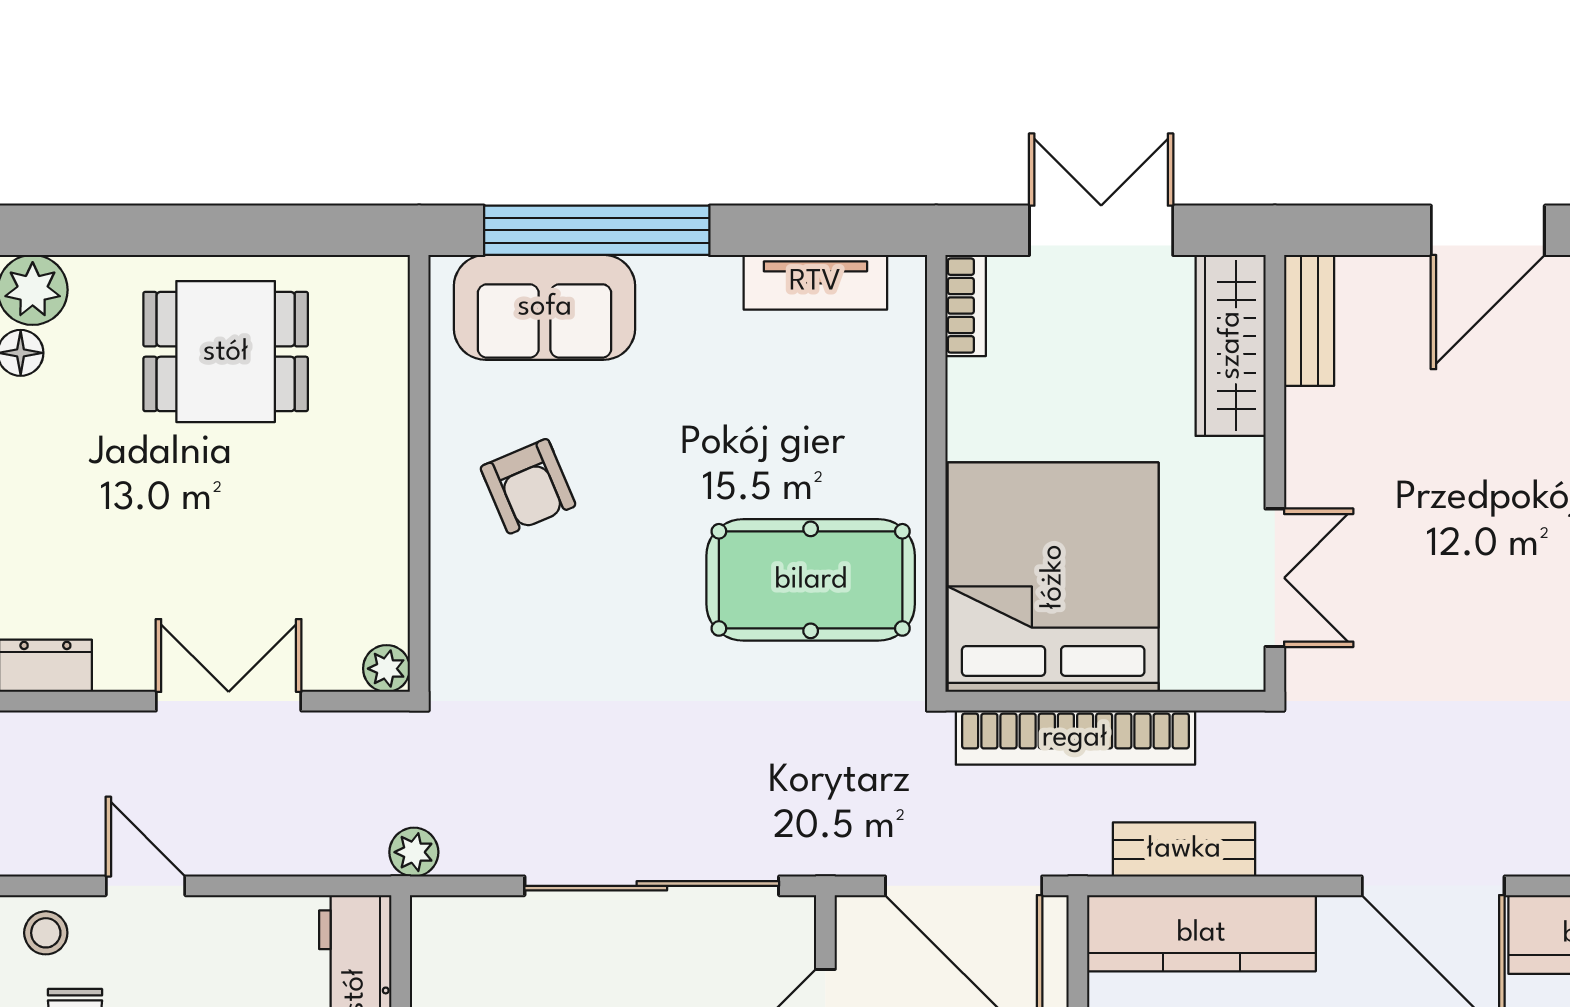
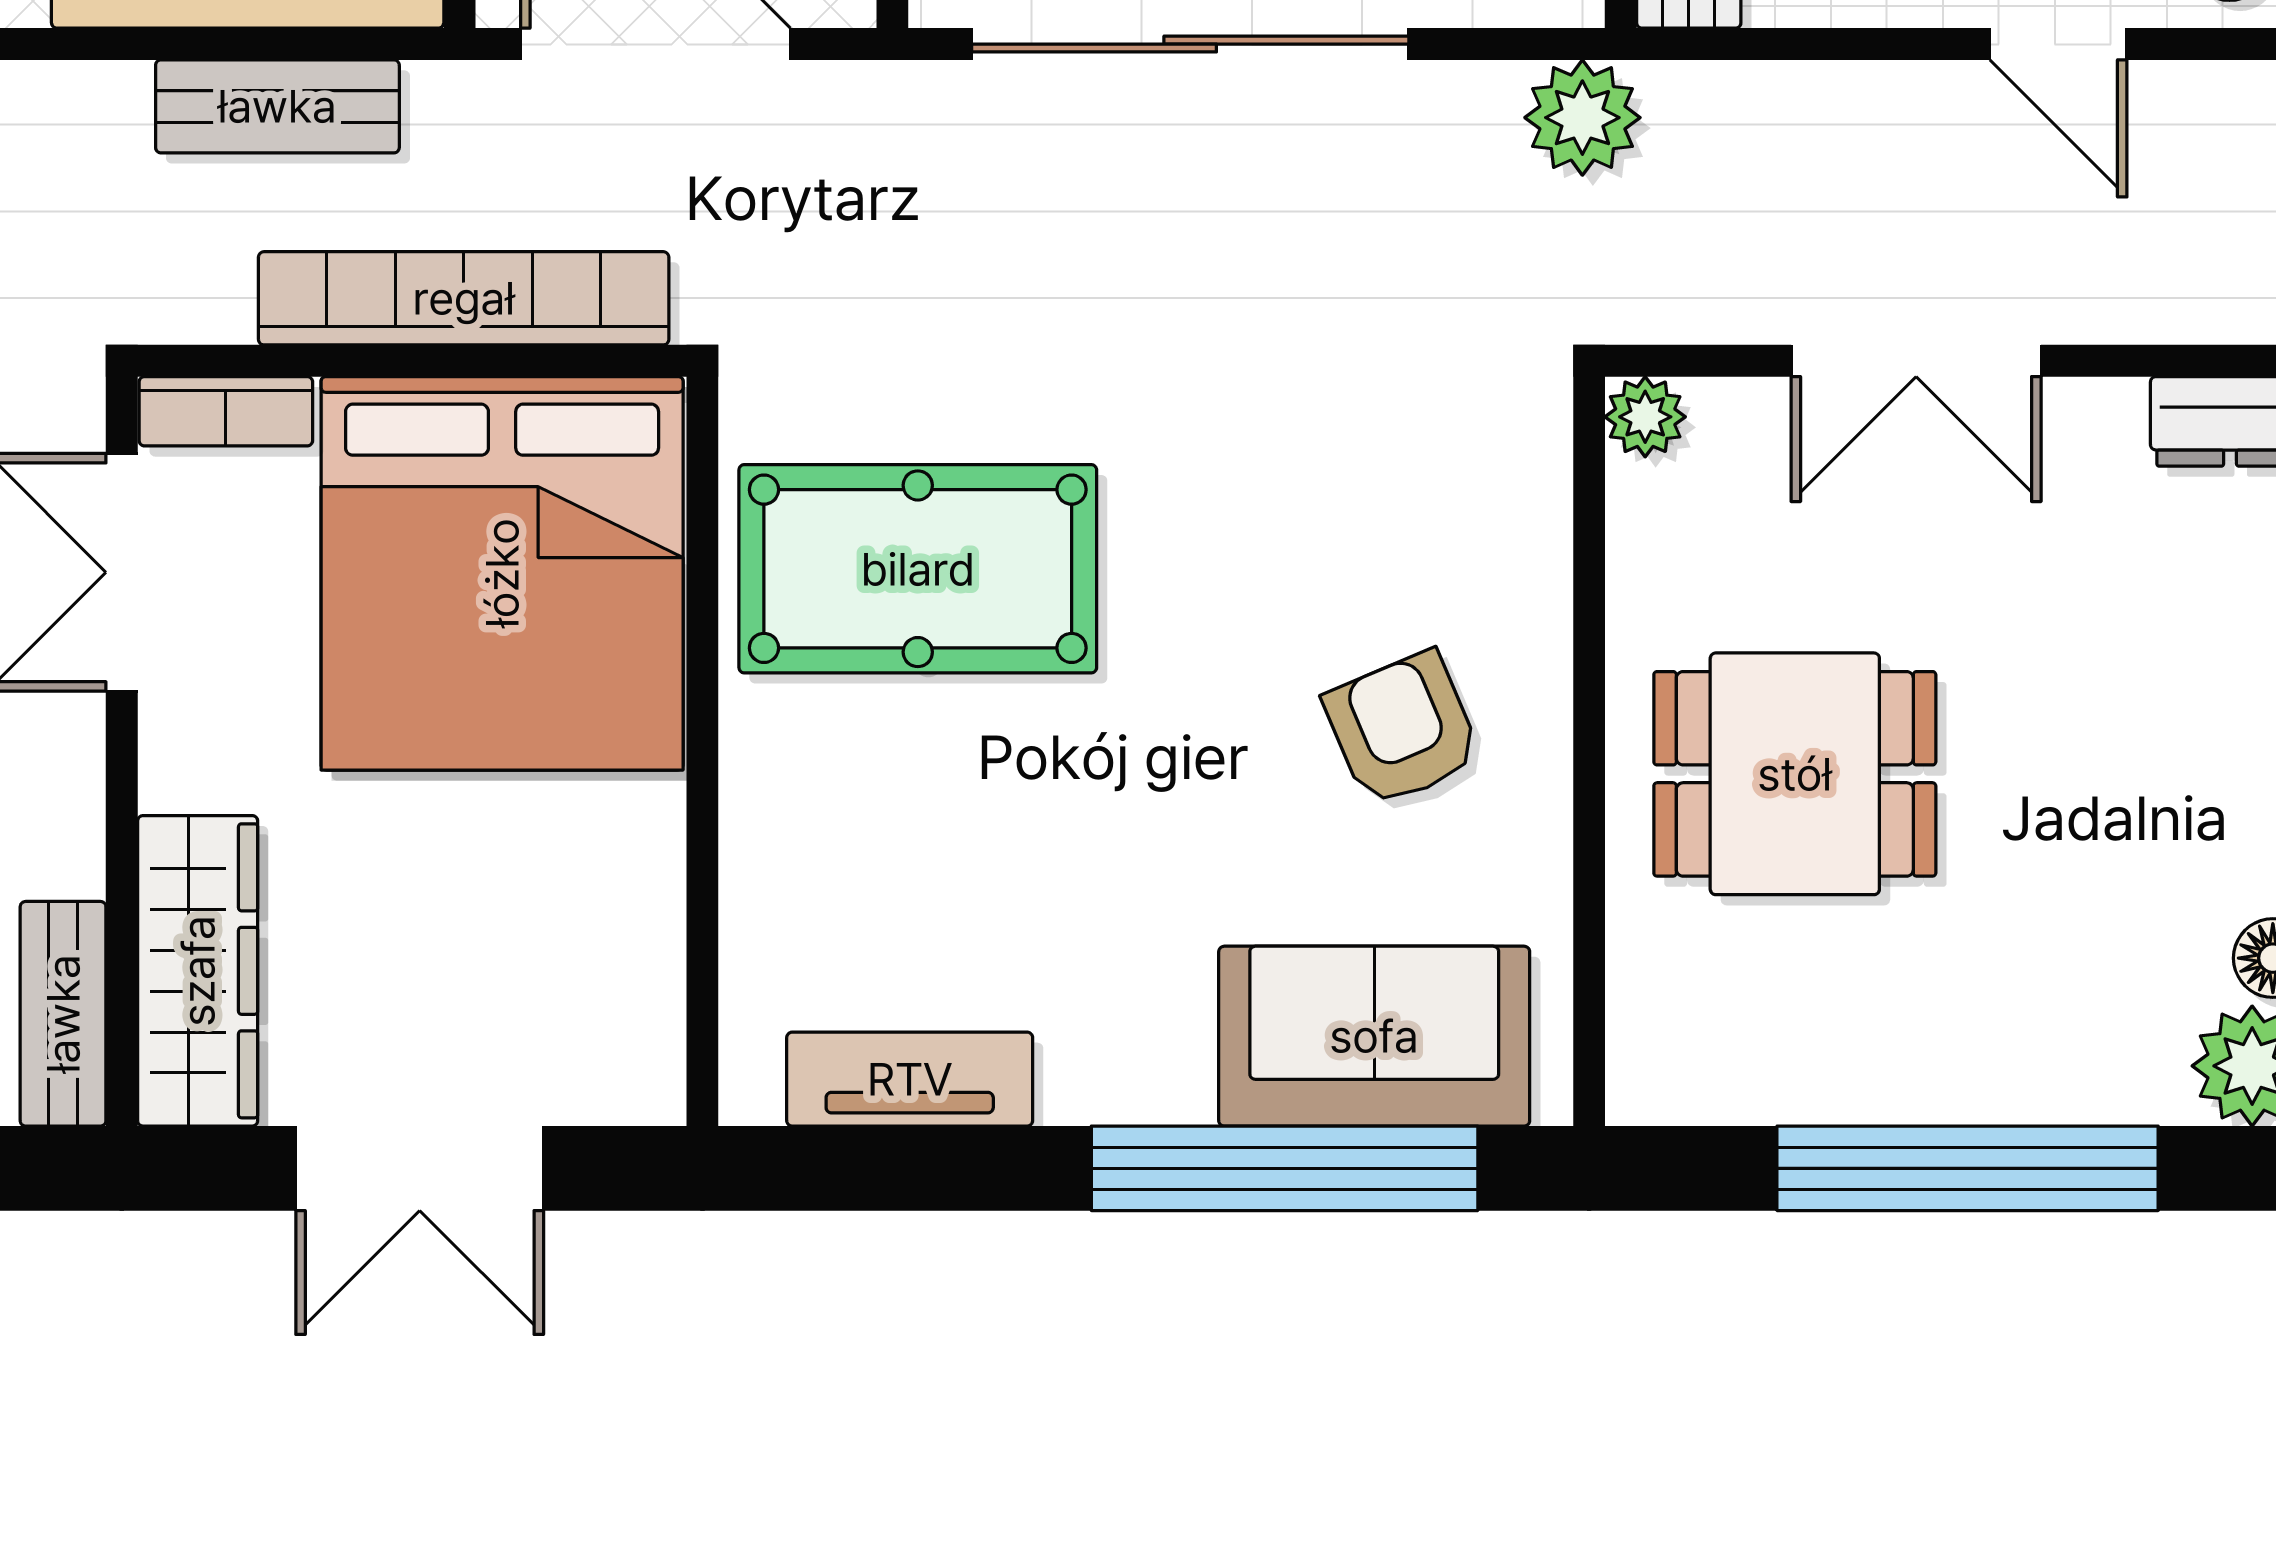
window: (199, 230) -> (1968, 1168), added
bookcase: (966, 306) -> (226, 411), moved, turned -90
dining table: (226, 352) -> (1795, 774), moved
plant: (414, 852) -> (1582, 118), width x1.38, depth x1.38

